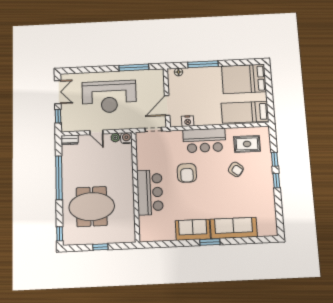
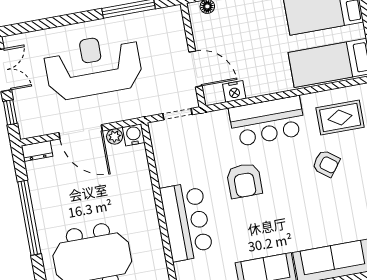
reception desk: (109, 97) -> (93, 66), turned 180
door: (167, 106) -> (196, 69), swing flipped
door: (96, 132) -> (81, 132), width x1.88

